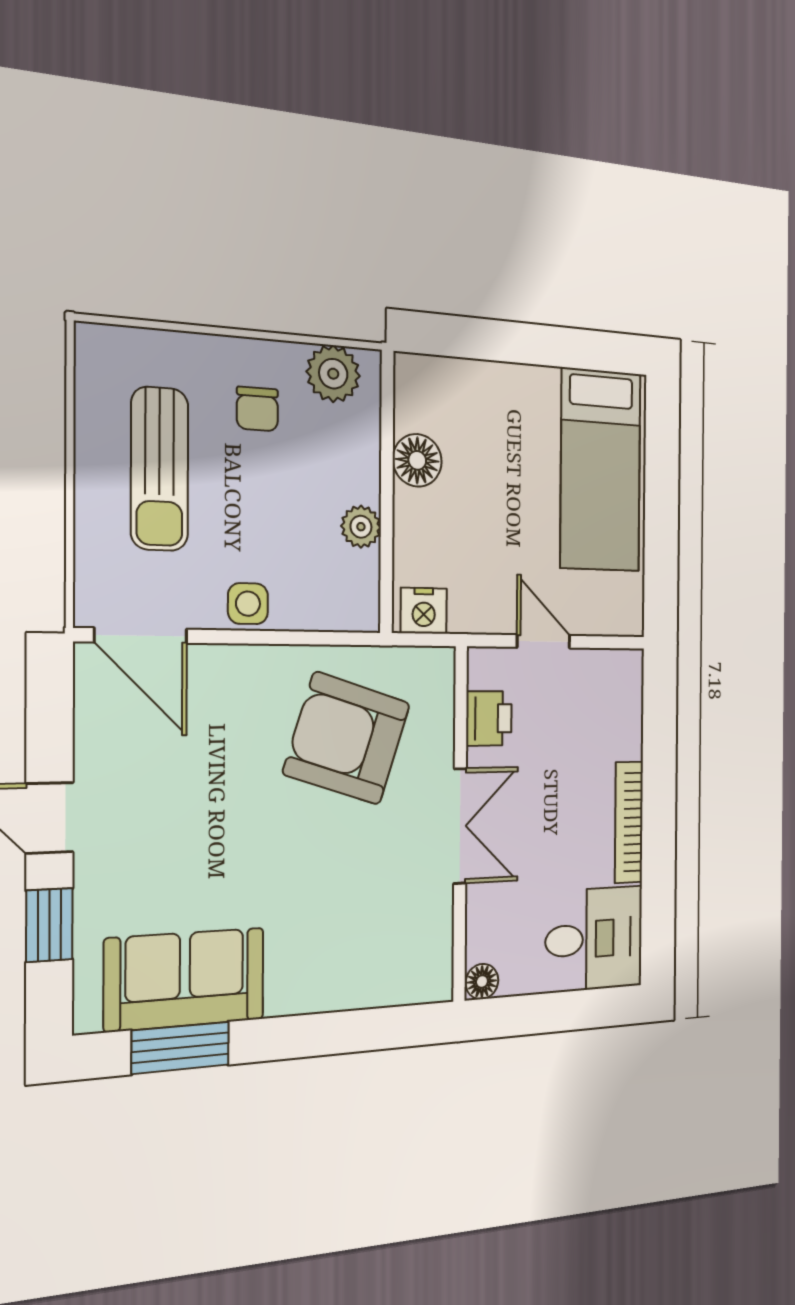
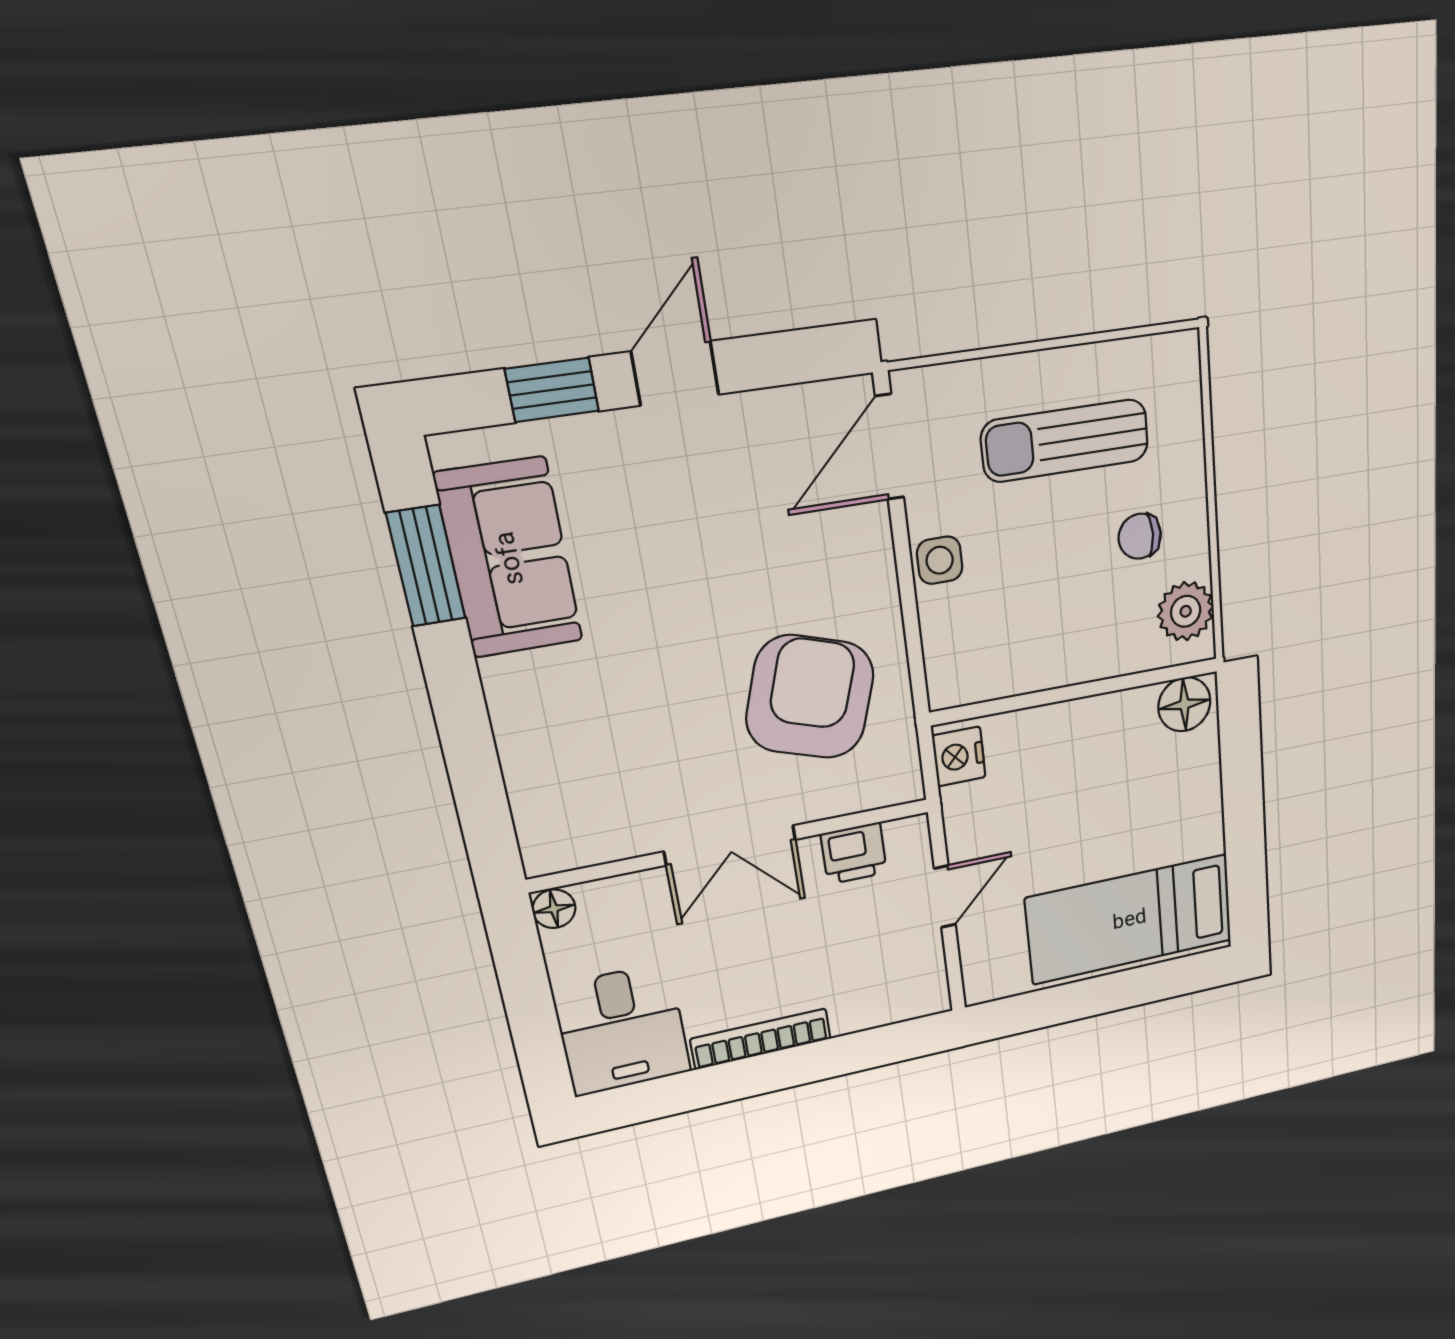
floor lamp: (417, 460) -> (1184, 704), moved
plant: (361, 527) -> (1037, 670), removed

